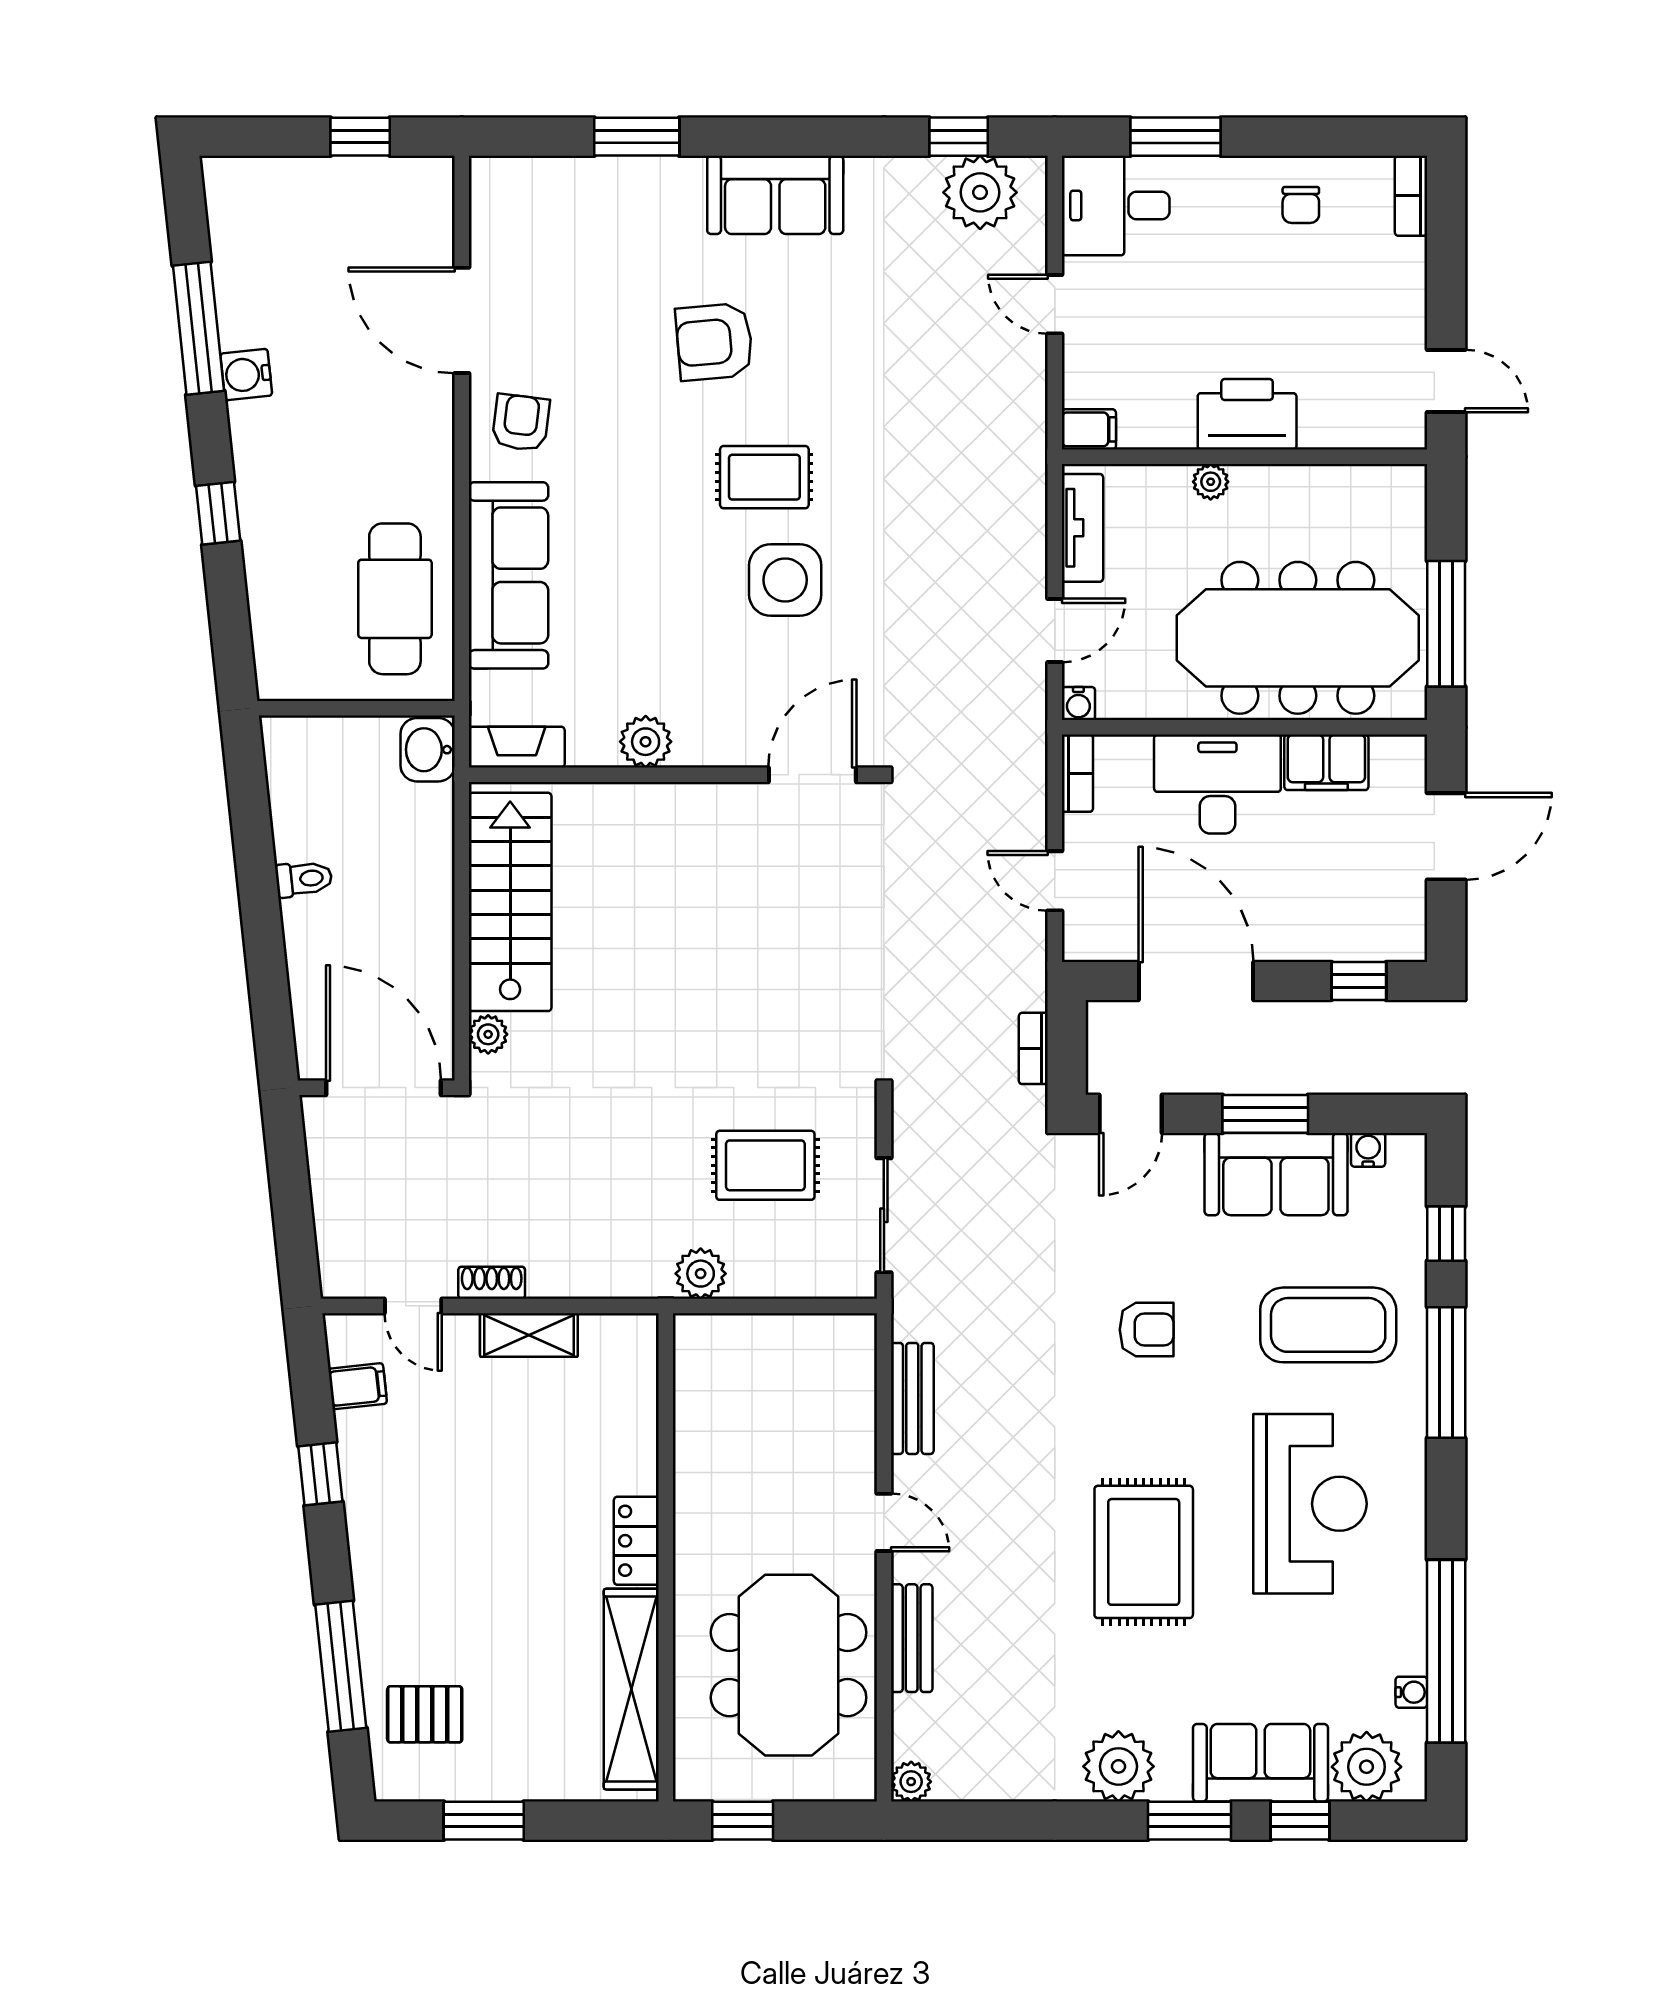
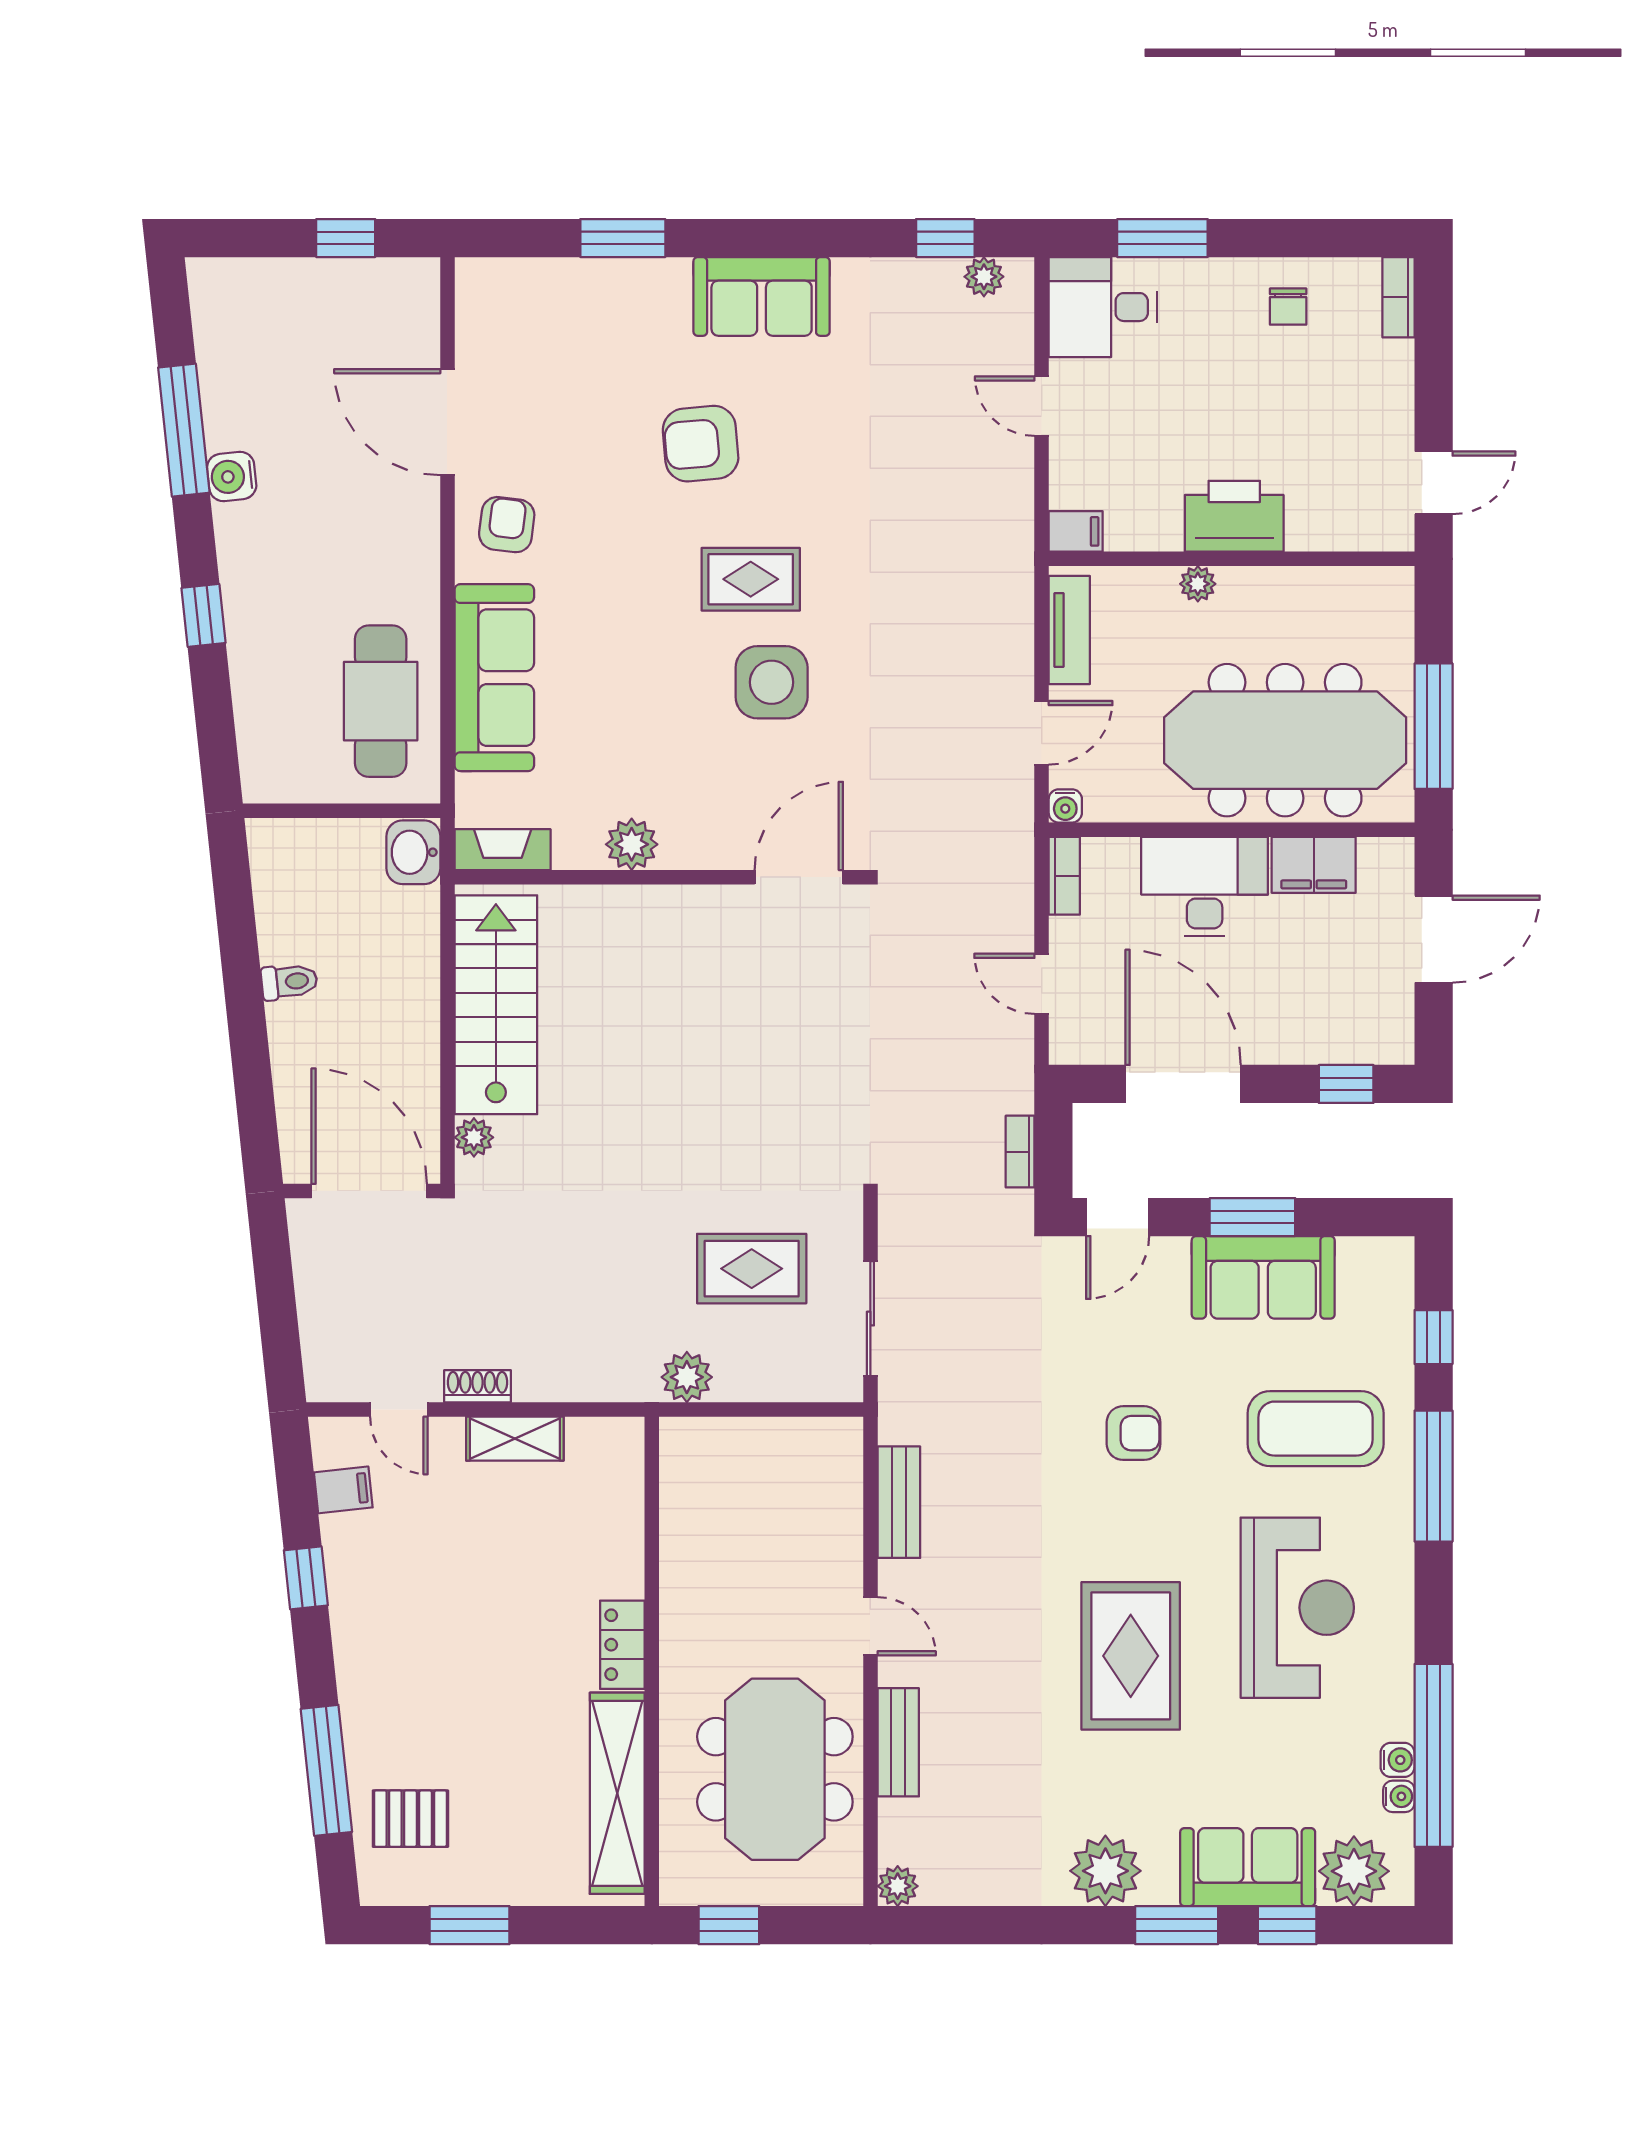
plant: (980, 192) -> (984, 277), width x0.53, depth x0.53
door: (1446, 381) -> (1434, 483), hinge flipped
water cooler: (1368, 1150) -> (1398, 1760), moved, turned 90

